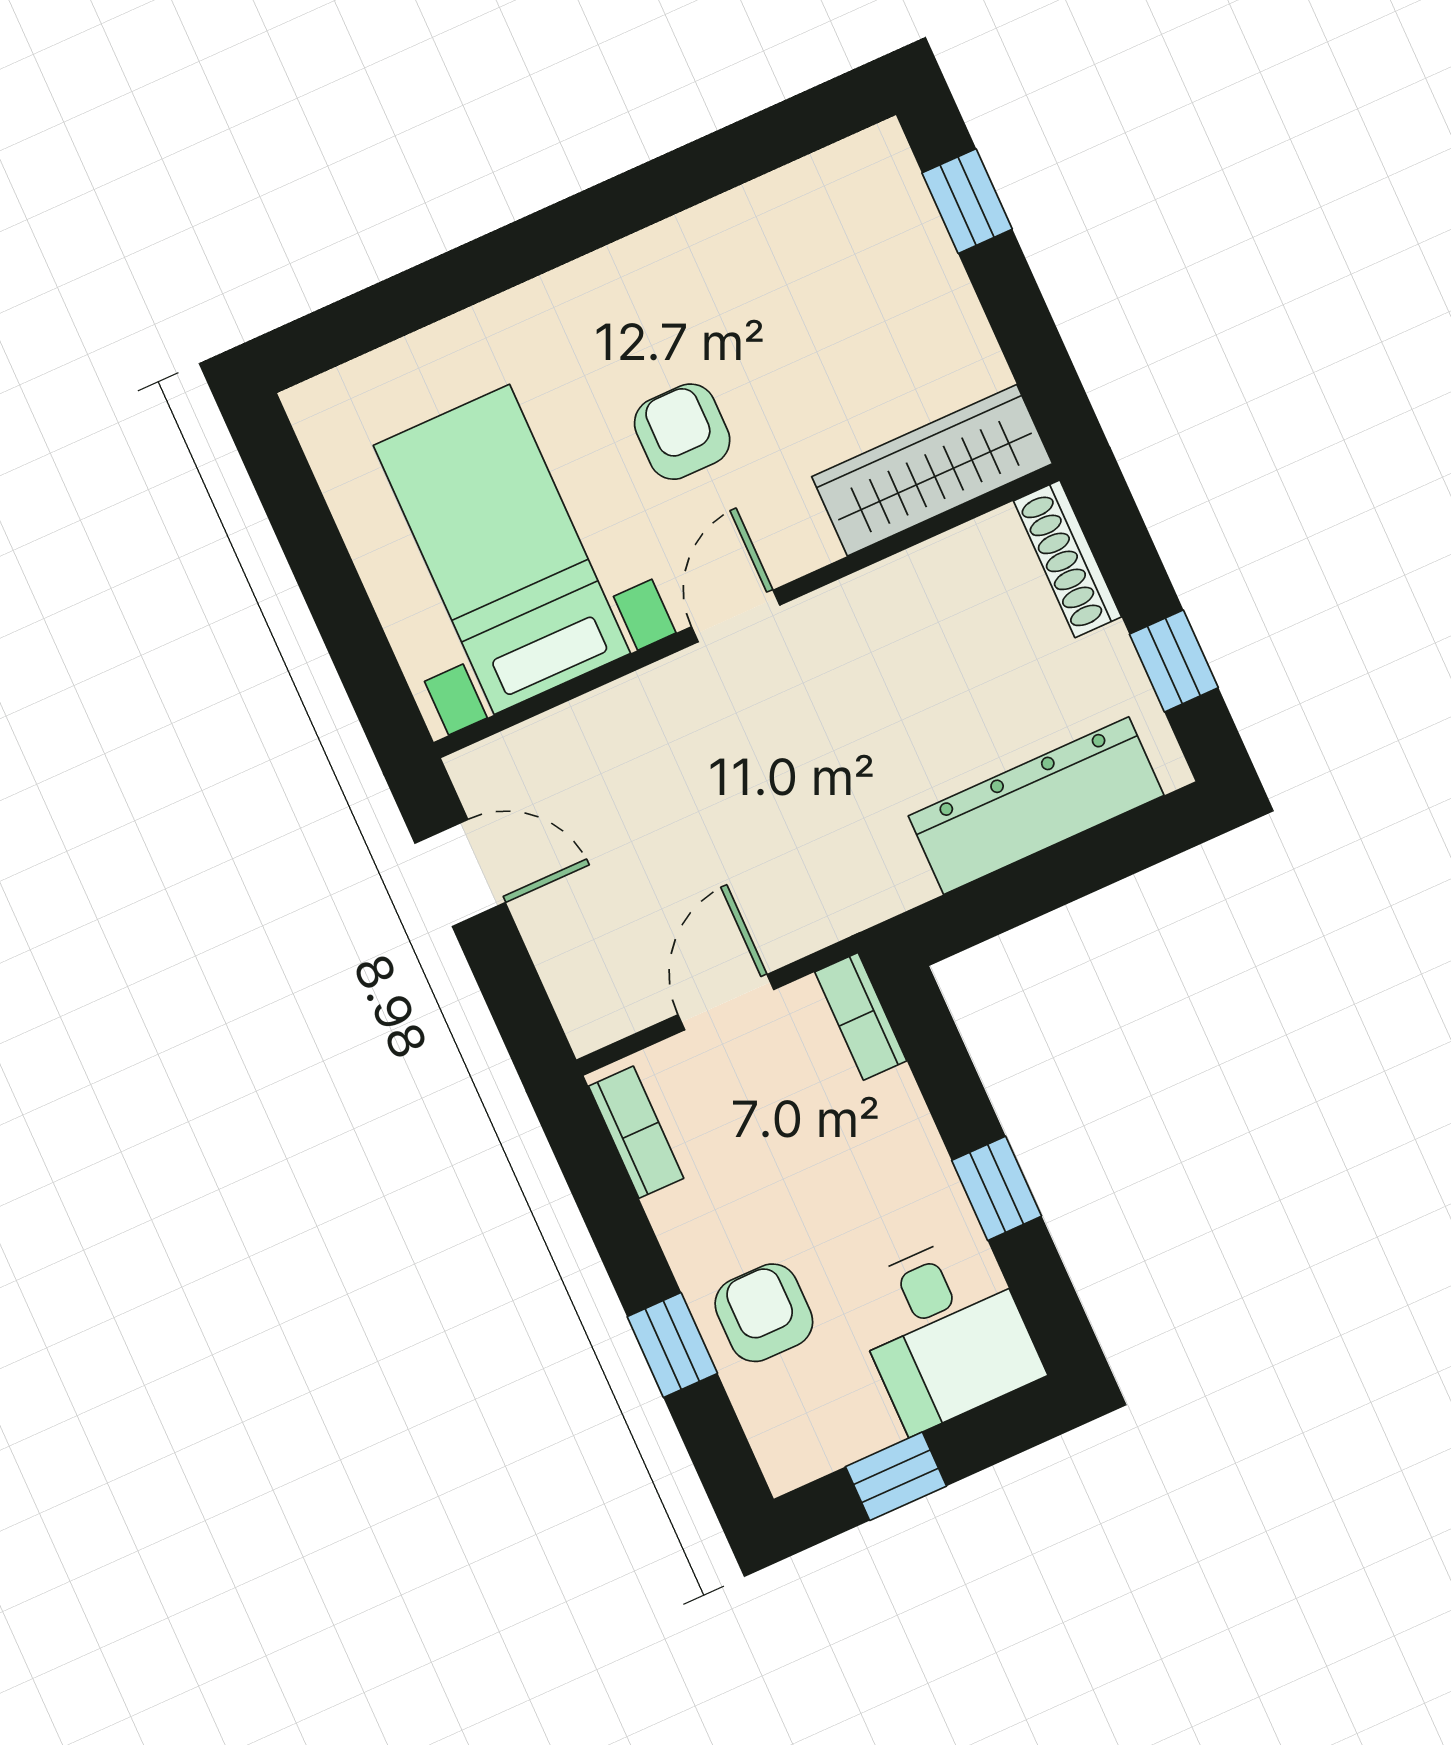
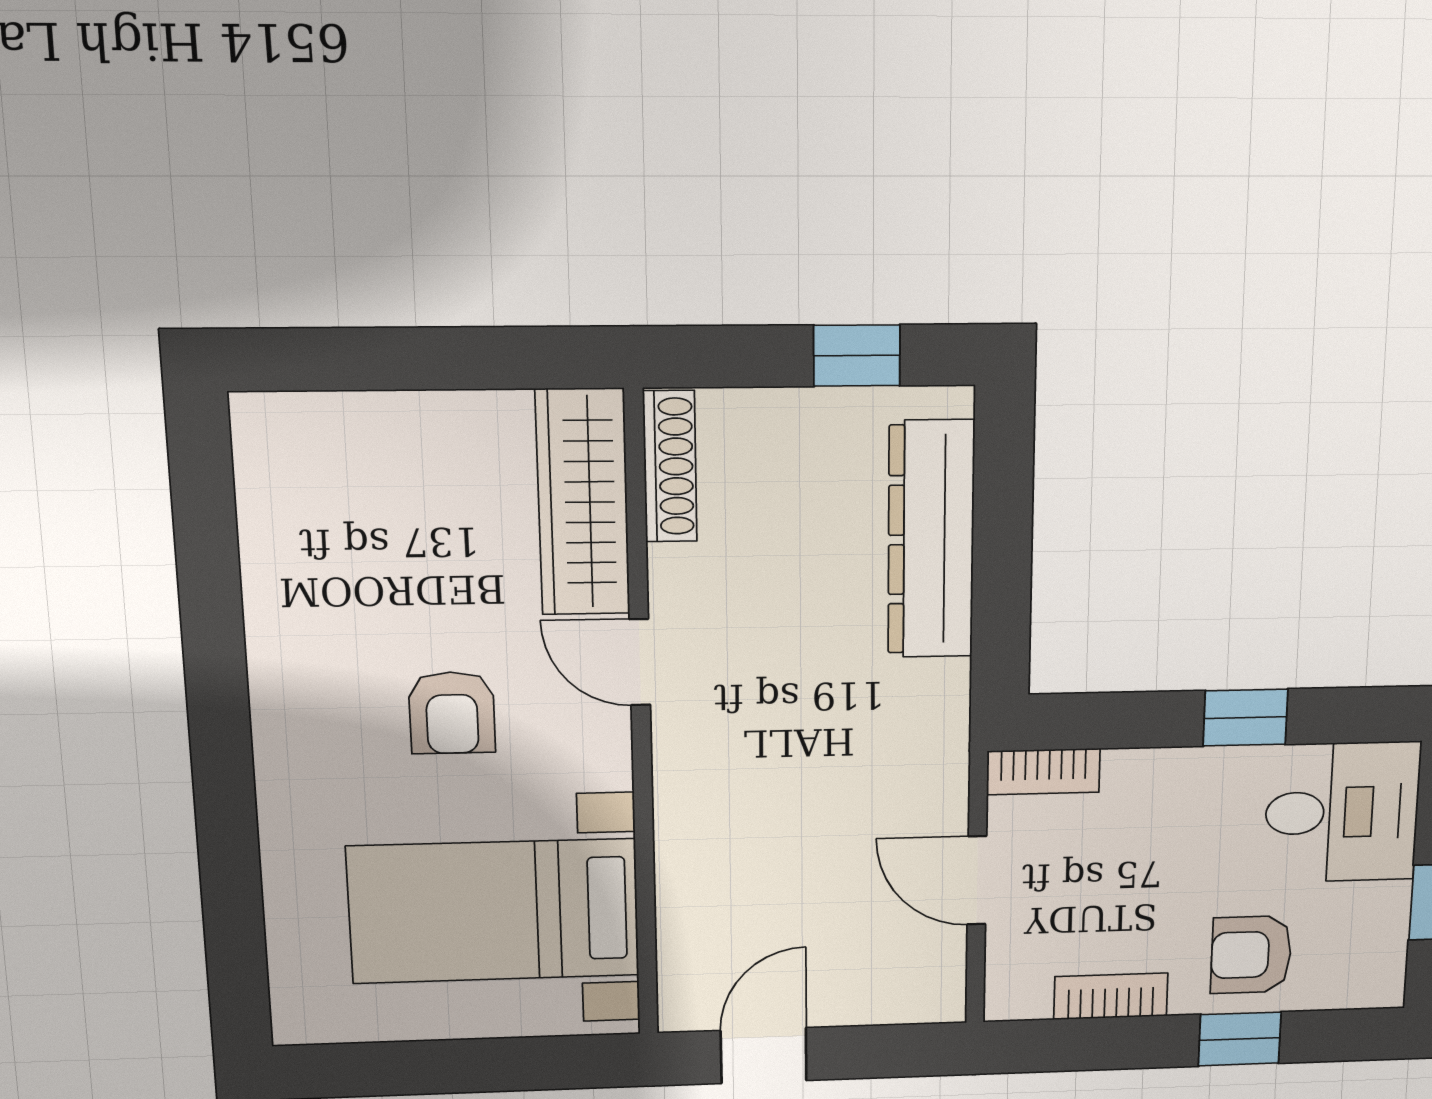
window: (967, 201) -> (338, 359), removed
armchair: (682, 432) -> (452, 713), turned -90
shoe rack: (1067, 559) -> (670, 466), moved, turned -90
door: (736, 616) -> (640, 662), moved
bookcase: (636, 1132) -> (1111, 996), moved

